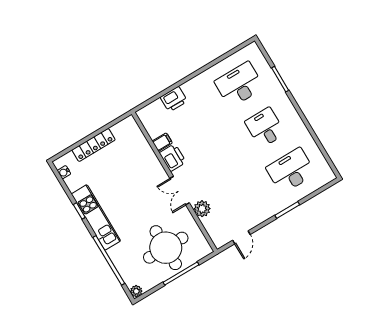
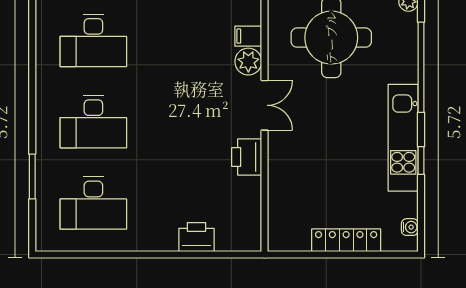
desk: (265, 128) -> (93, 122), width x1.37
filing cabinet: (162, 142) -> (248, 36), moved

